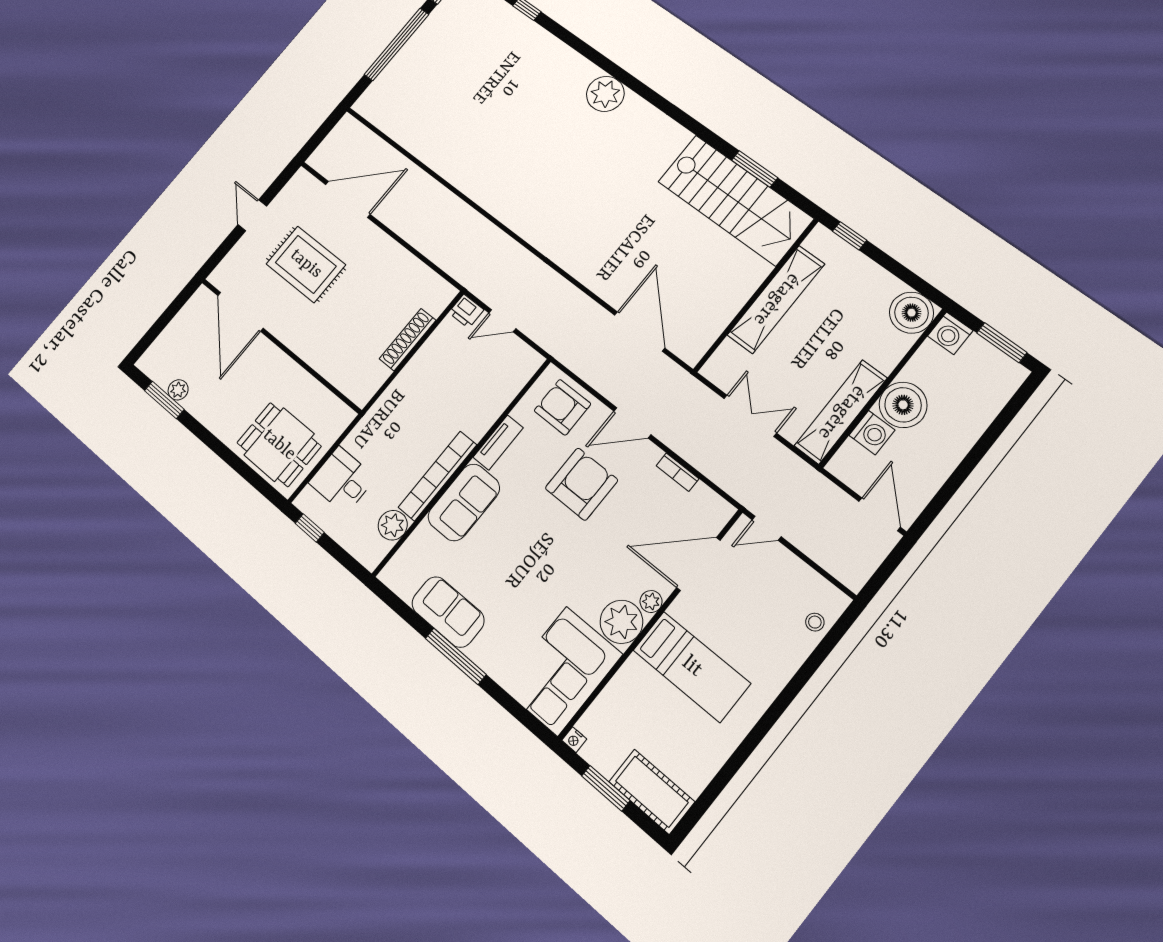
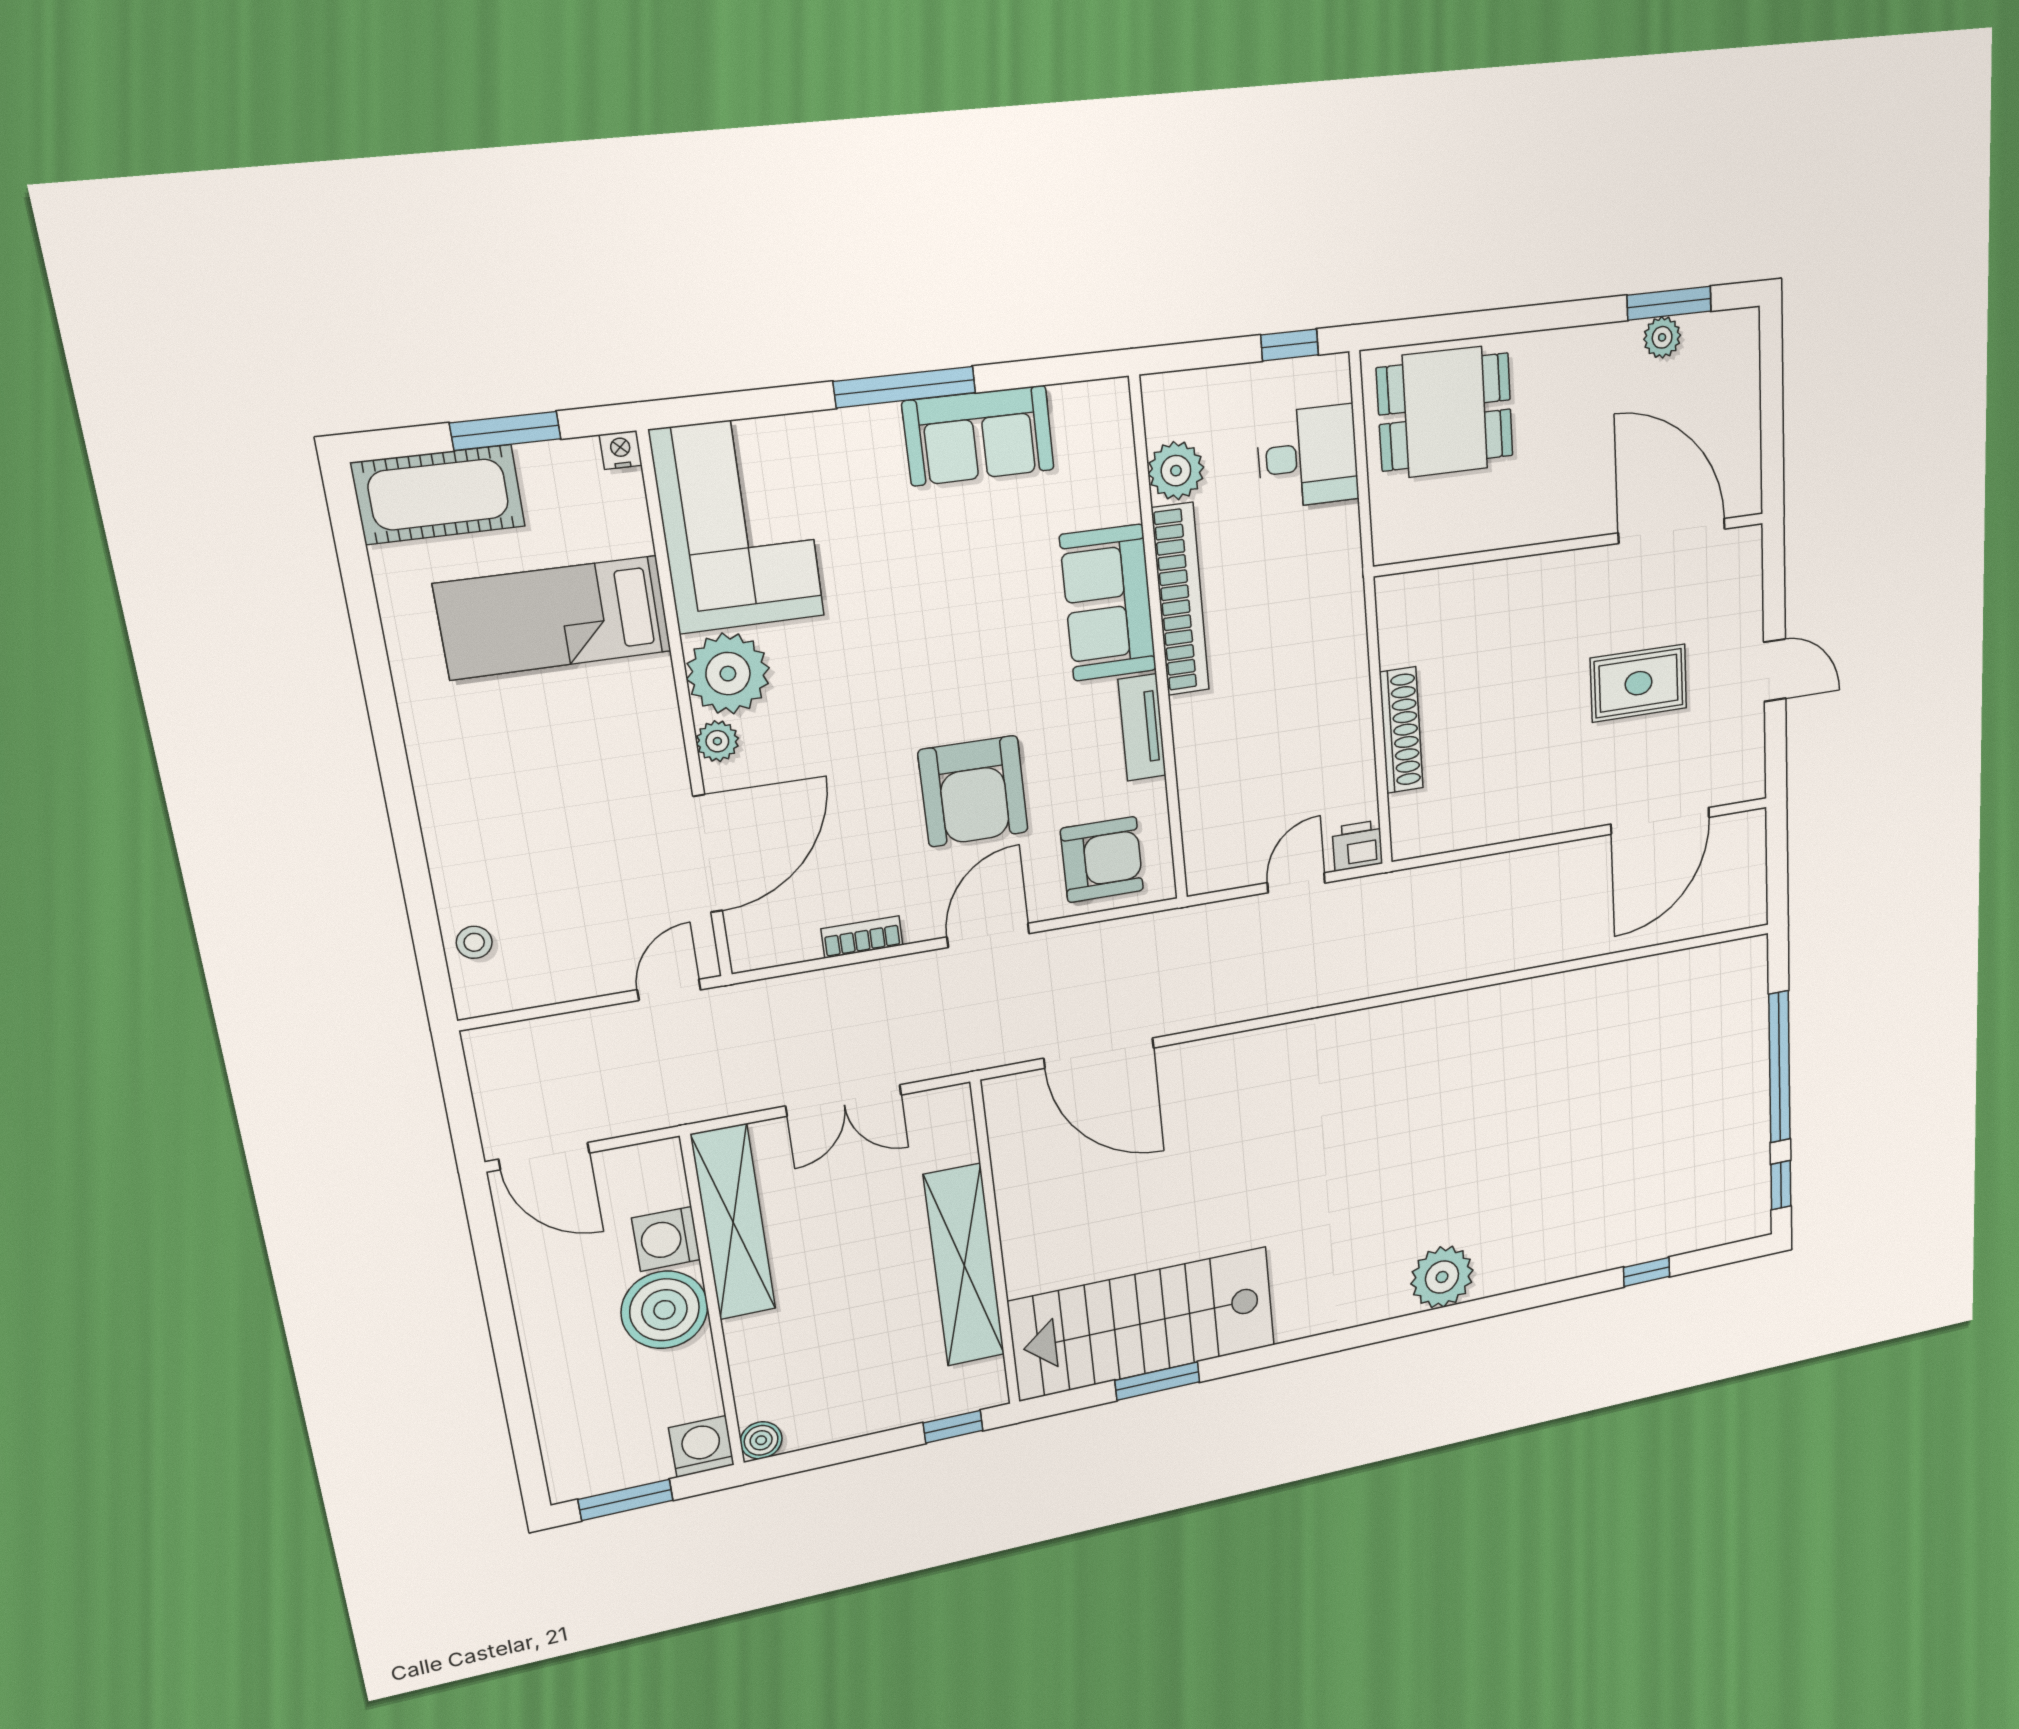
rug: (306, 264) -> (1639, 683), width x0.73, depth x0.70
boiler: (912, 313) -> (761, 1440), width x0.54, depth x0.54
bed: (692, 667) -> (554, 618), moved

